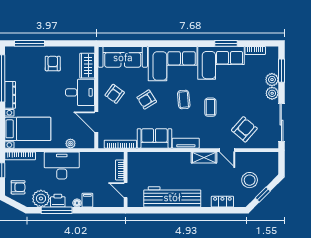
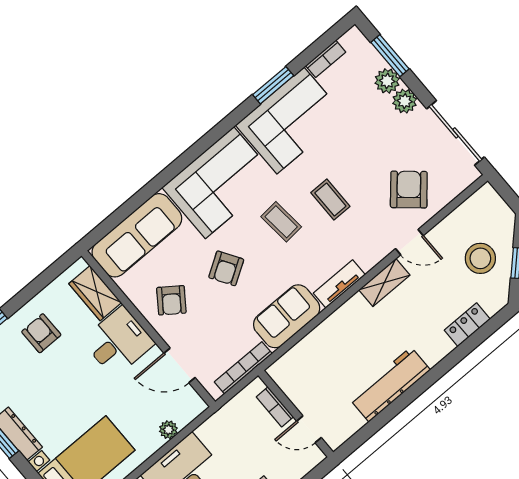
workbench: (172, 197) -> (390, 384), width x0.73, depth x0.76

